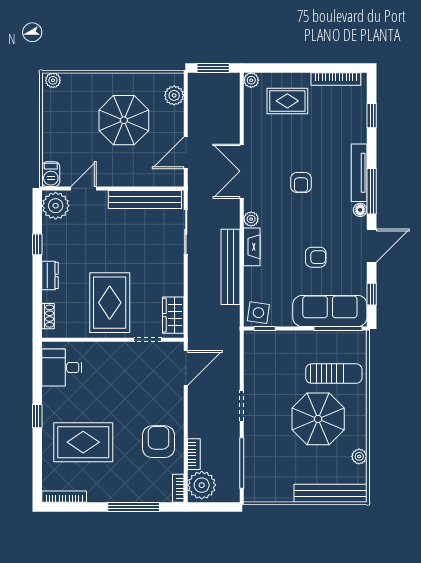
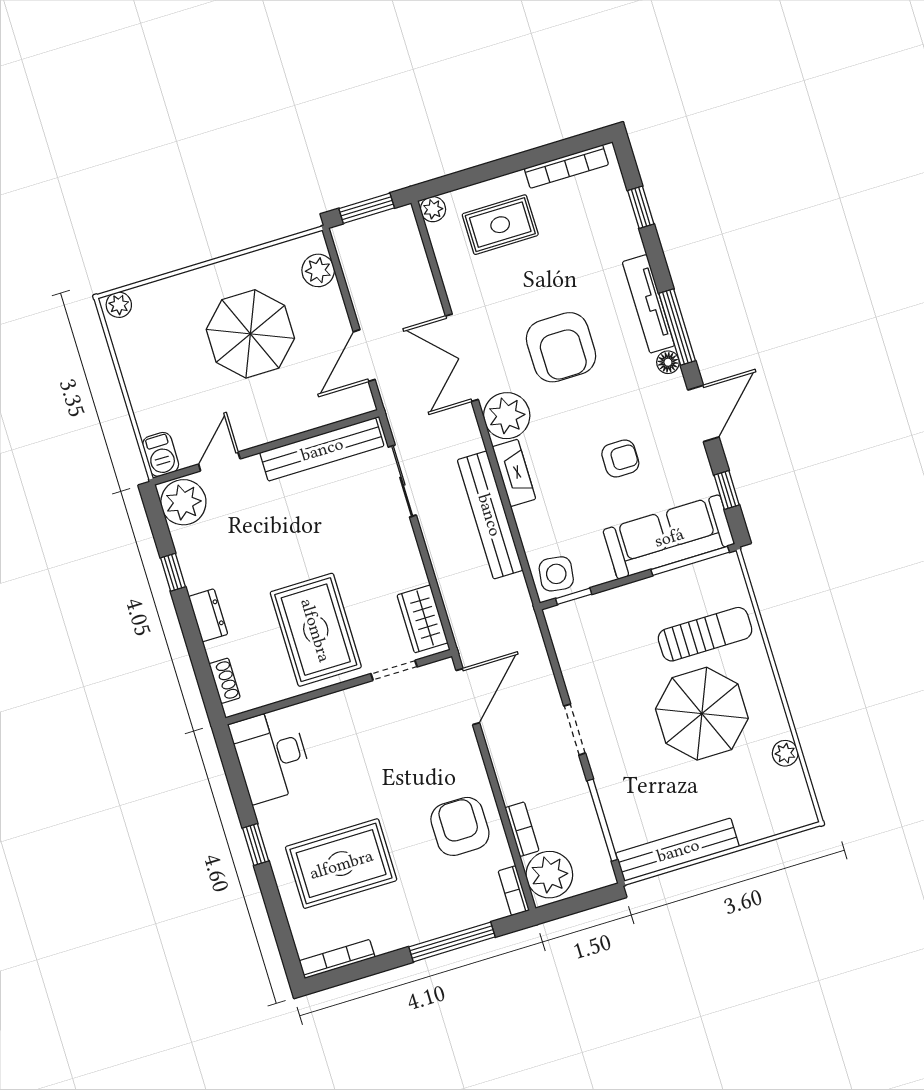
armchair: (301, 182) -> (561, 347), width x1.88, depth x1.88
plant: (251, 219) -> (507, 416), width x1.87, depth x1.87
desk: (62, 368) -> (271, 755), width x1.37
bench: (331, 493) -> (678, 850), moved

